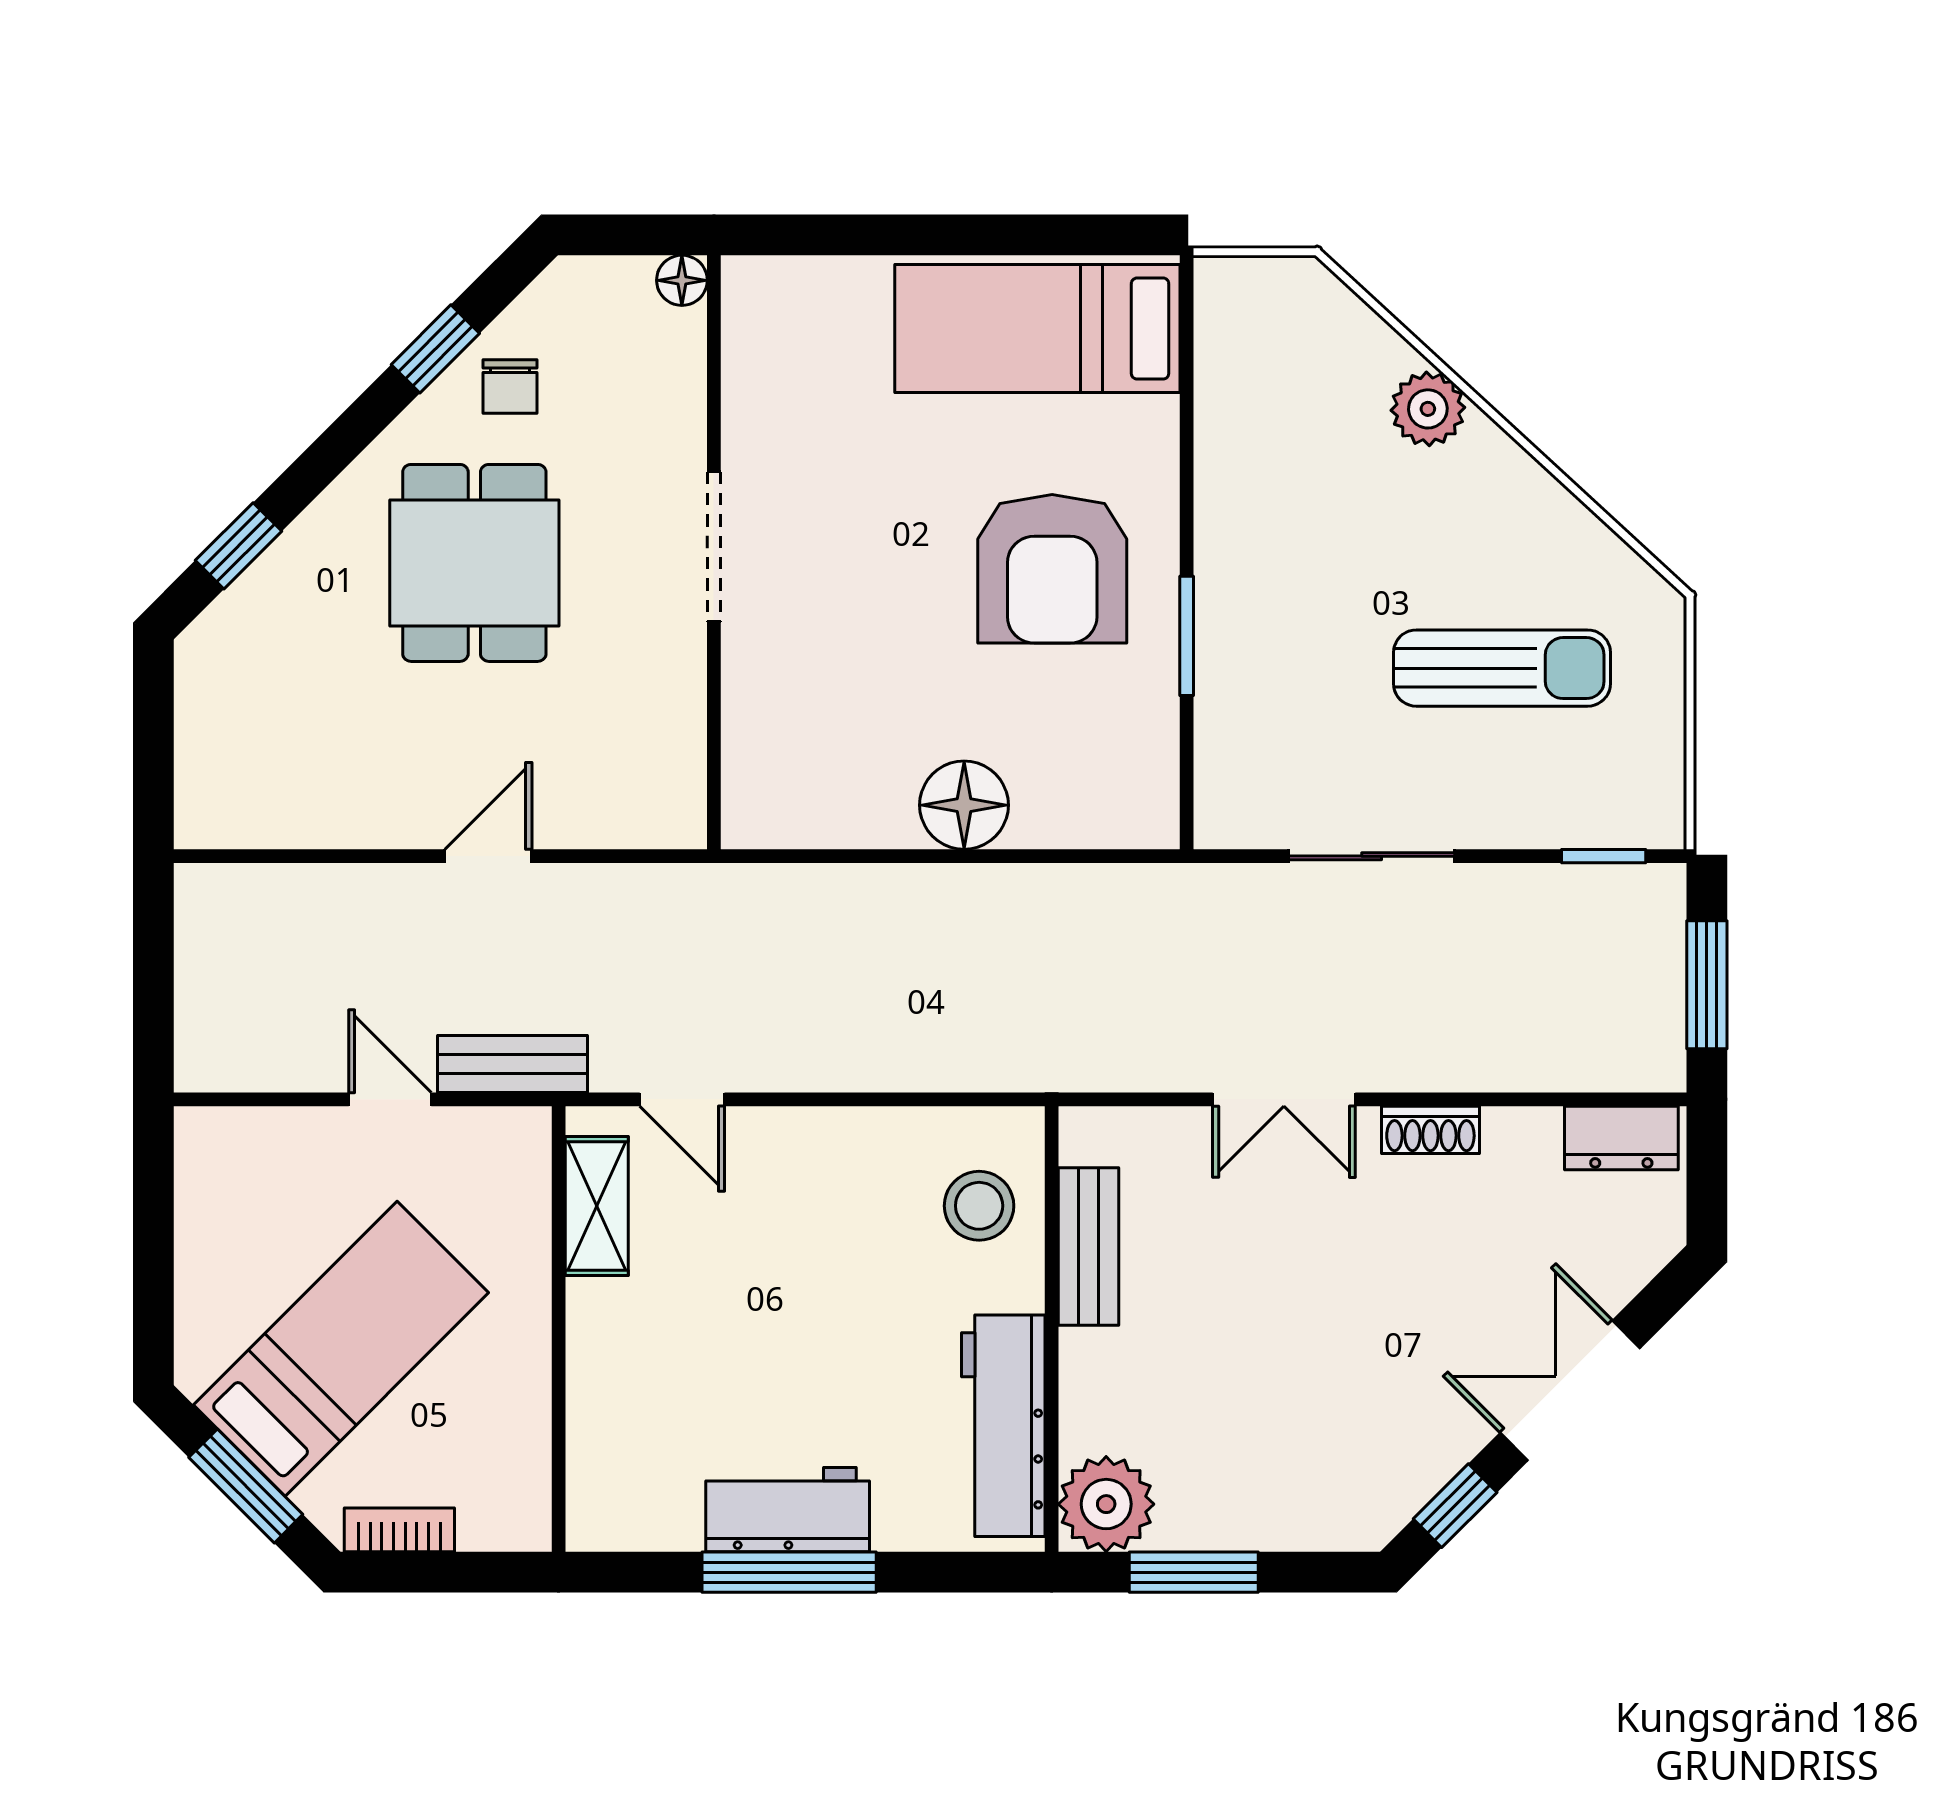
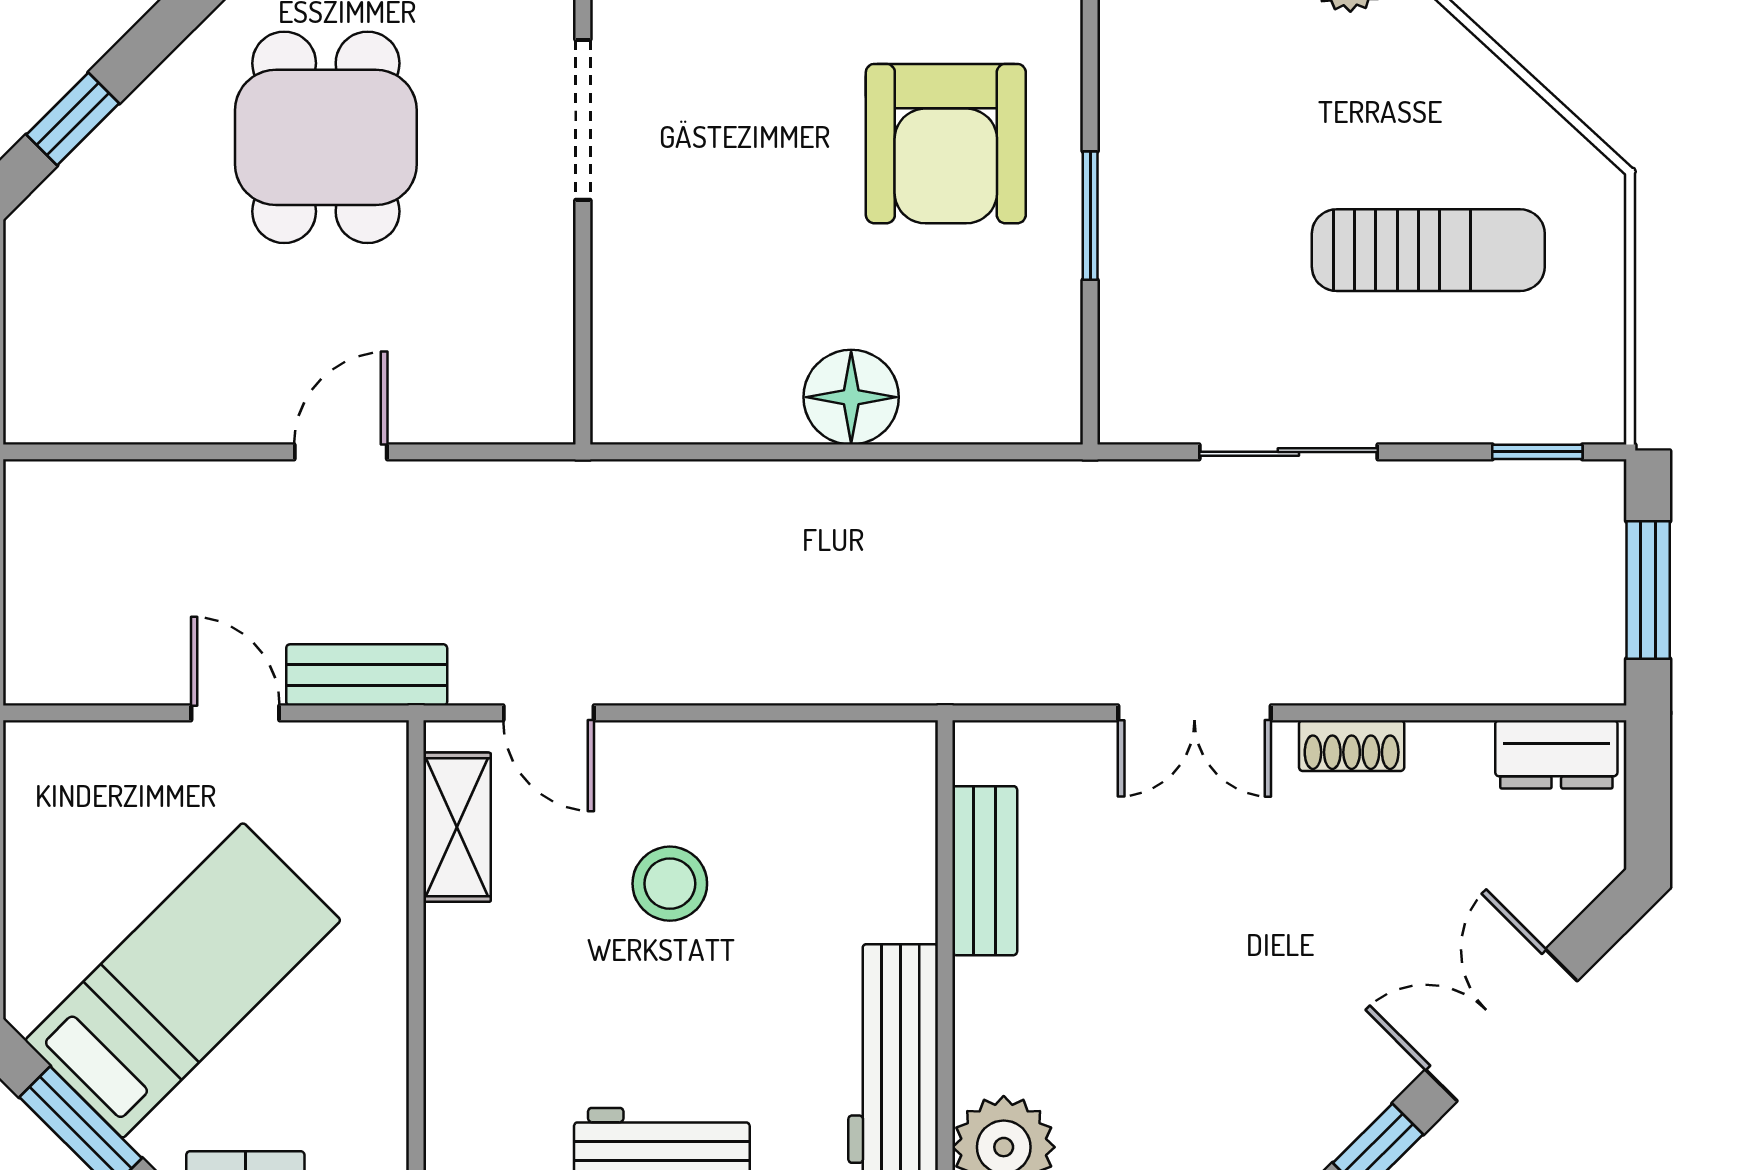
stool: (979, 1206) -> (670, 884), moved

